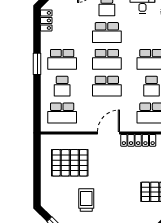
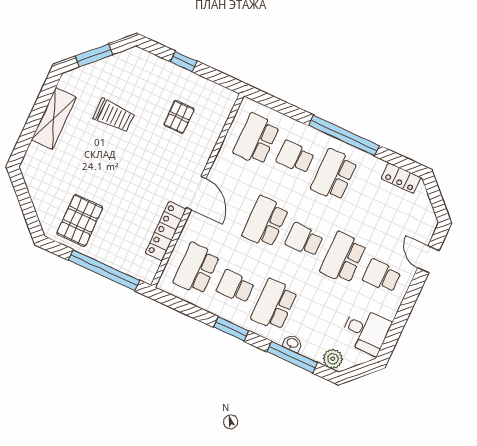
school desk: (107, 59) -> (304, 240), width x0.54
window: (37, 64) -> (344, 136), width x2.11
pallet: (70, 163) -> (179, 117), width x0.49, depth x0.50
window: (37, 175) -> (184, 61), added

